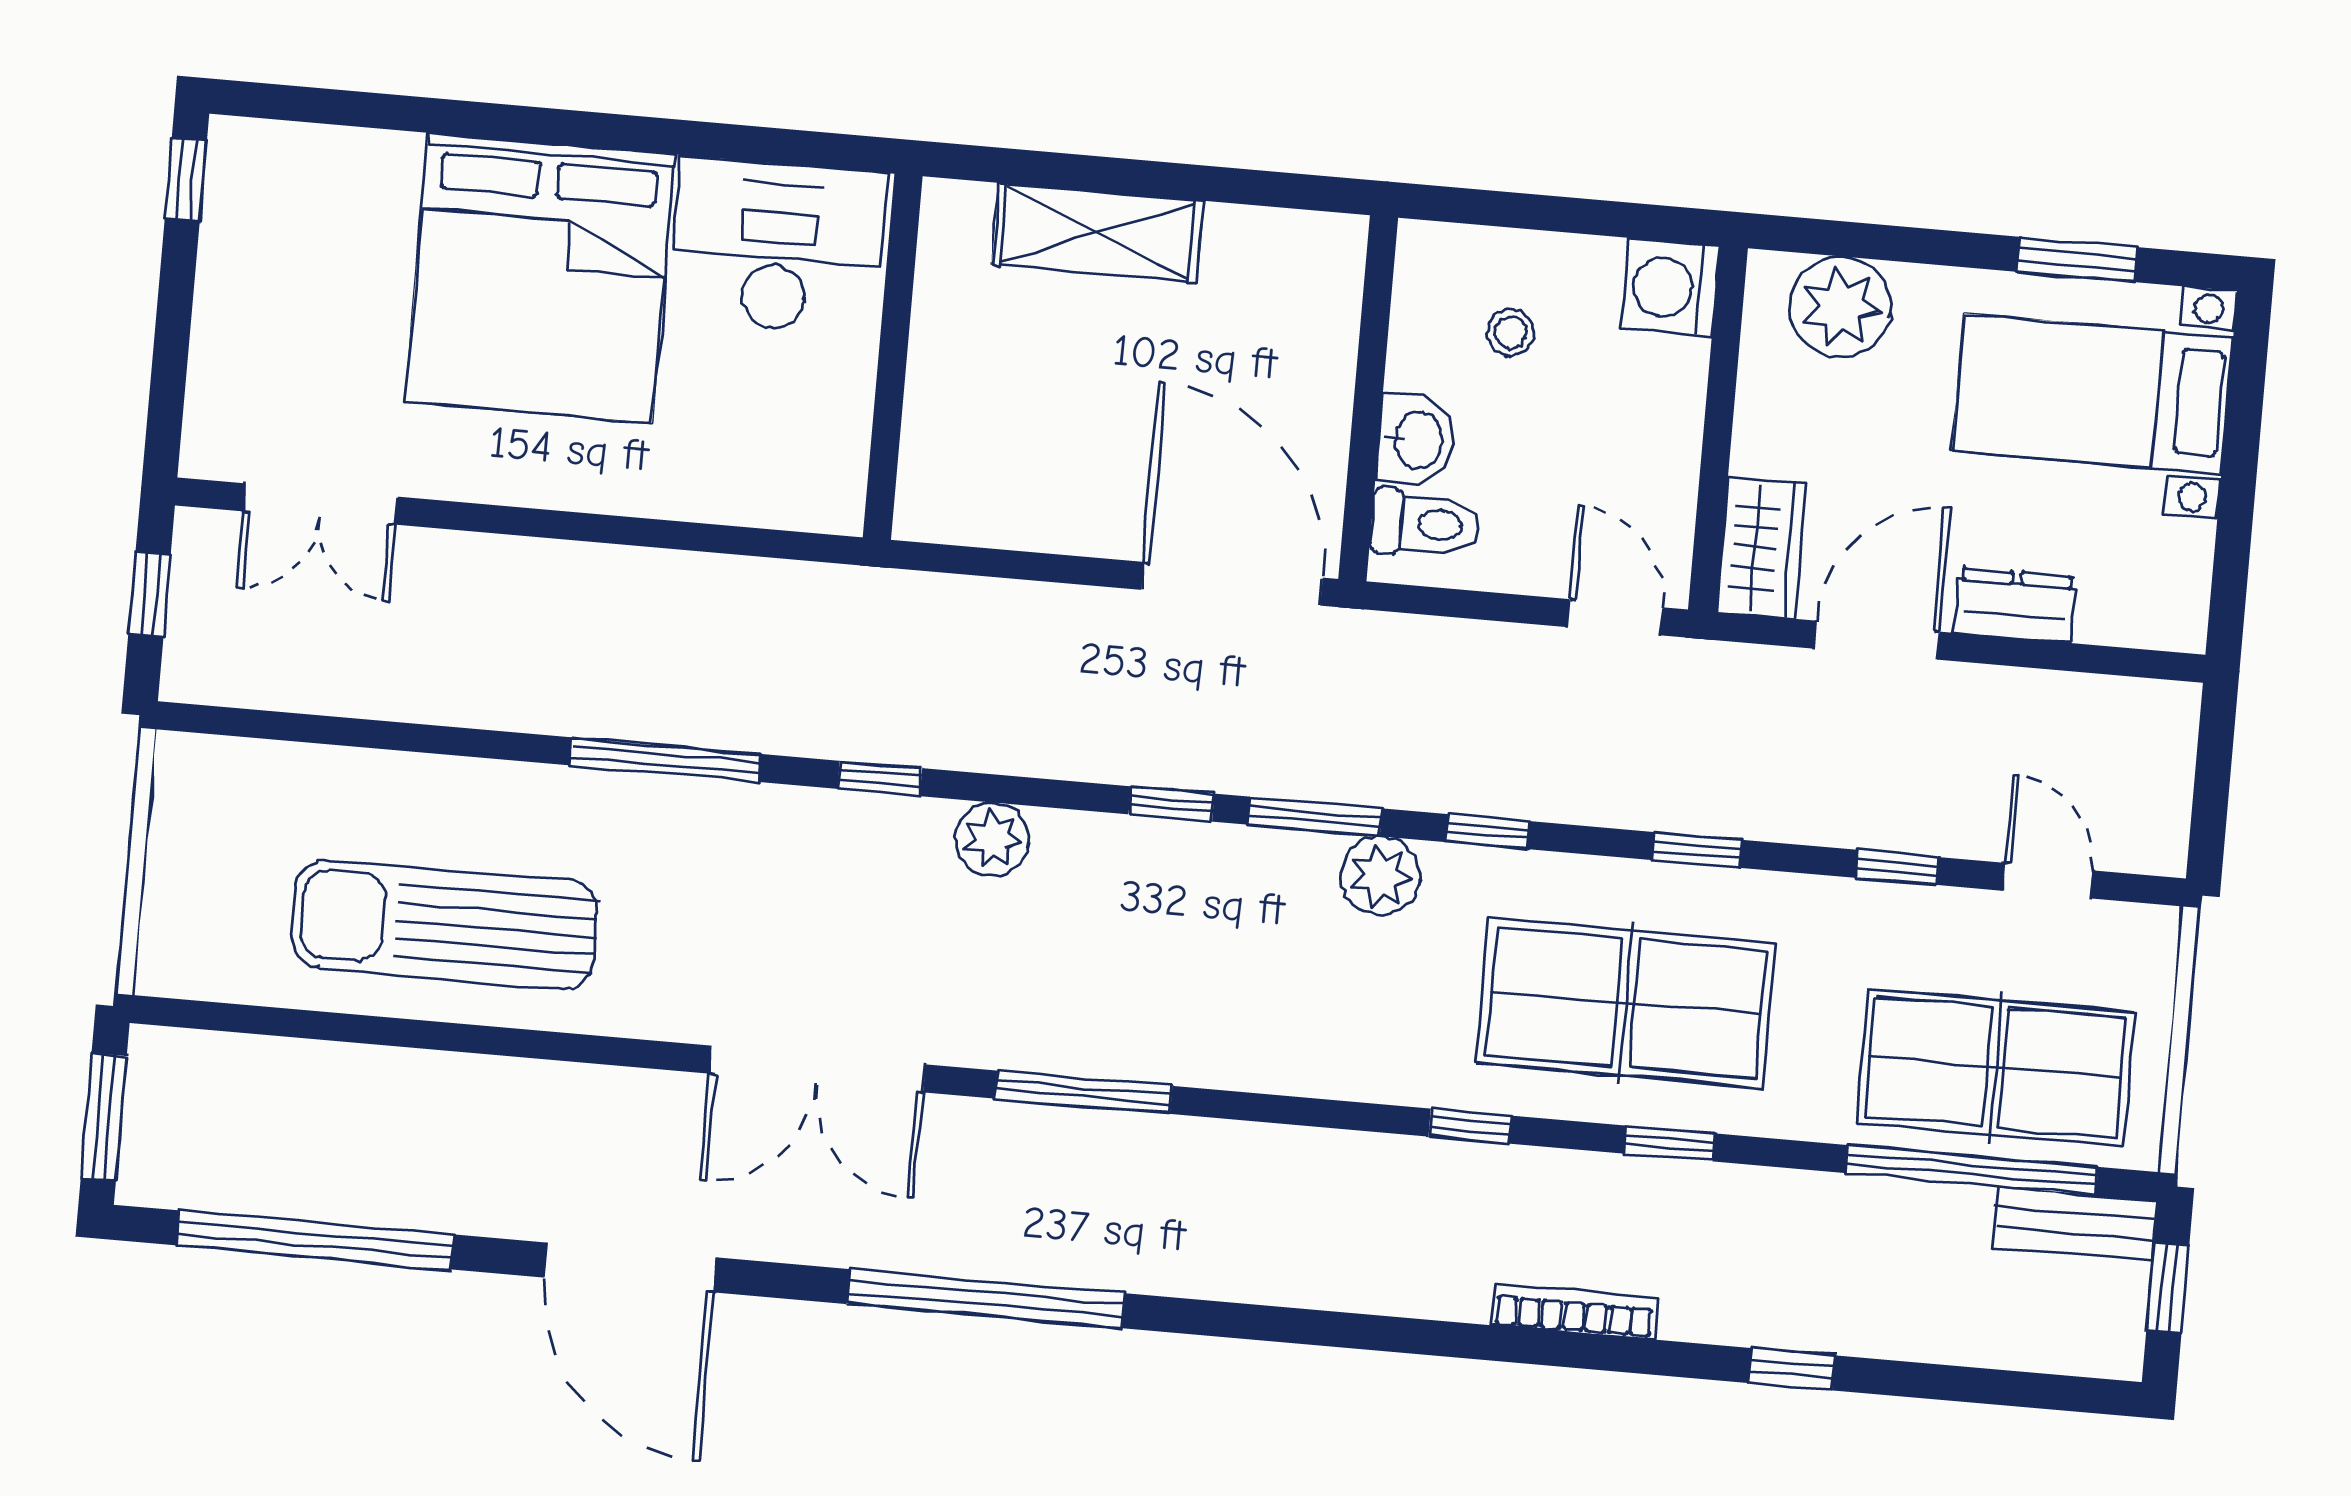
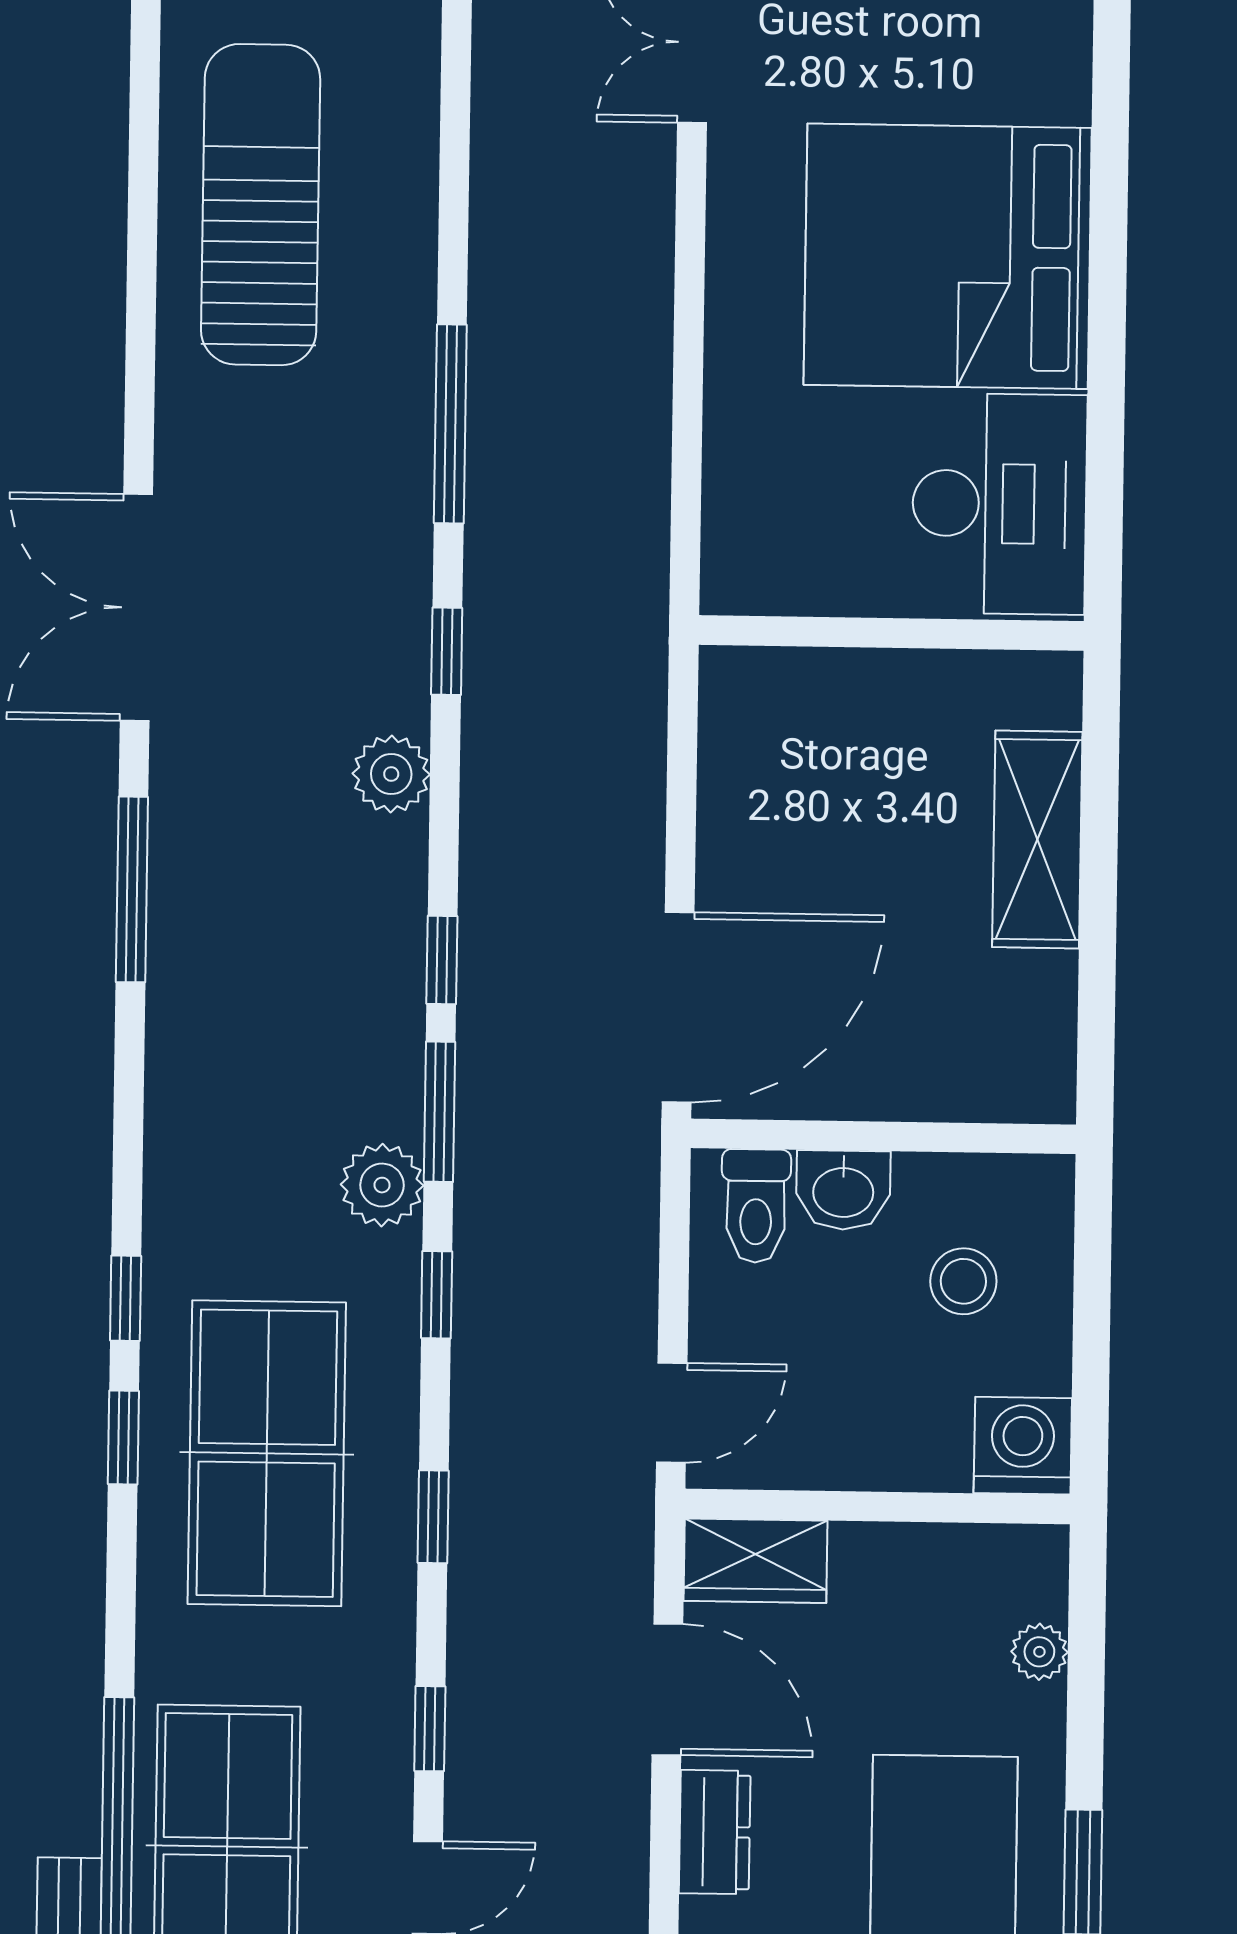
plant: (1841, 307) -> (1039, 1652), width x0.53, depth x0.53
stool: (1511, 332) -> (963, 1281), width x1.37, depth x1.37
window: (1669, 1143) -> (123, 1438), moved

